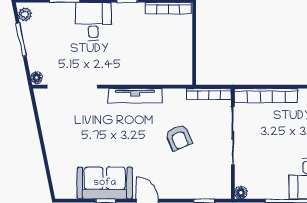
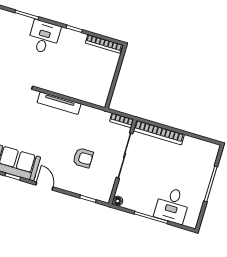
bookcase: (209, 94) -> (122, 120), width x0.64
armchair: (179, 138) -> (83, 158), moved, turned -67

